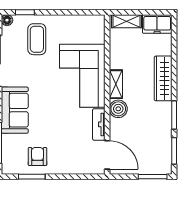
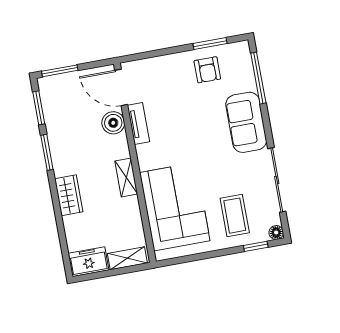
corner sofa: (82, 76) -> (175, 207), moved
wardrobe: (163, 78) -> (69, 195), width x0.67
boiler: (118, 109) -> (113, 123), moved

